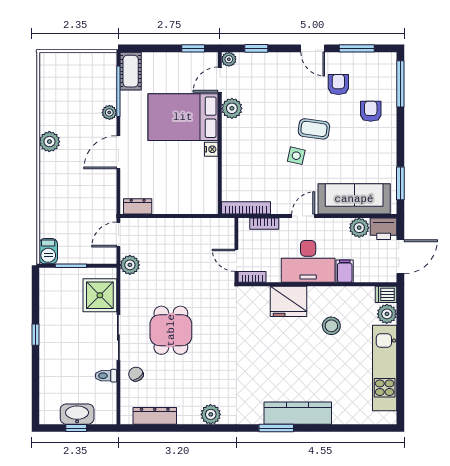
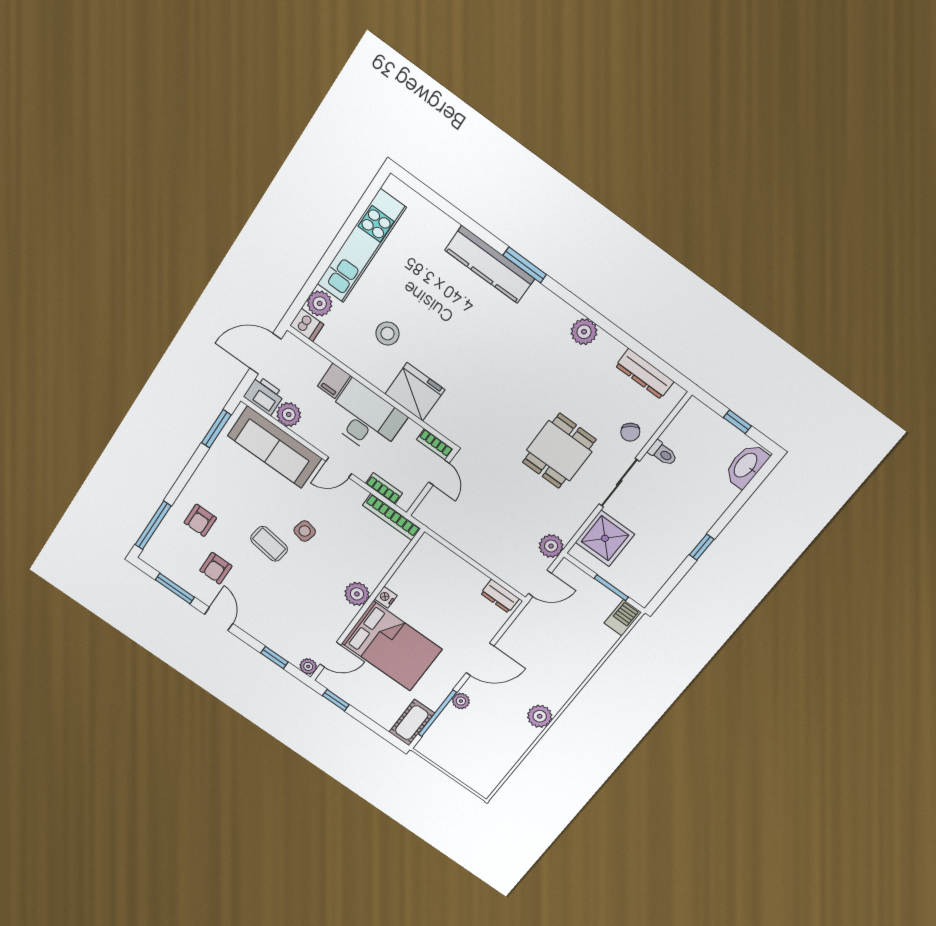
plant: (232, 108) -> (357, 594), moved
washbasin: (77, 414) -> (746, 466), moved, turned 90

